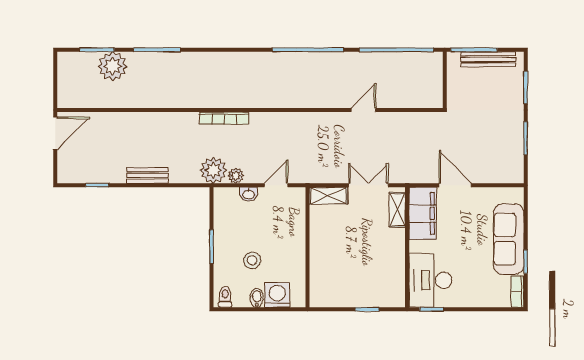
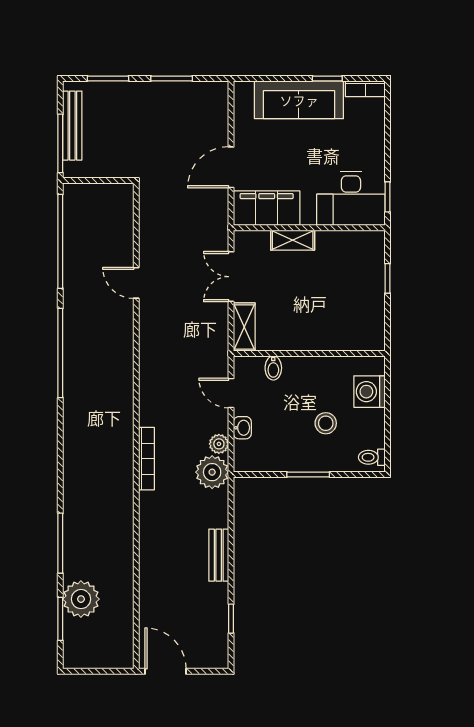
shelving: (397, 210) -> (293, 240), moved
bidet: (257, 298) -> (273, 368), moved, turned -90

